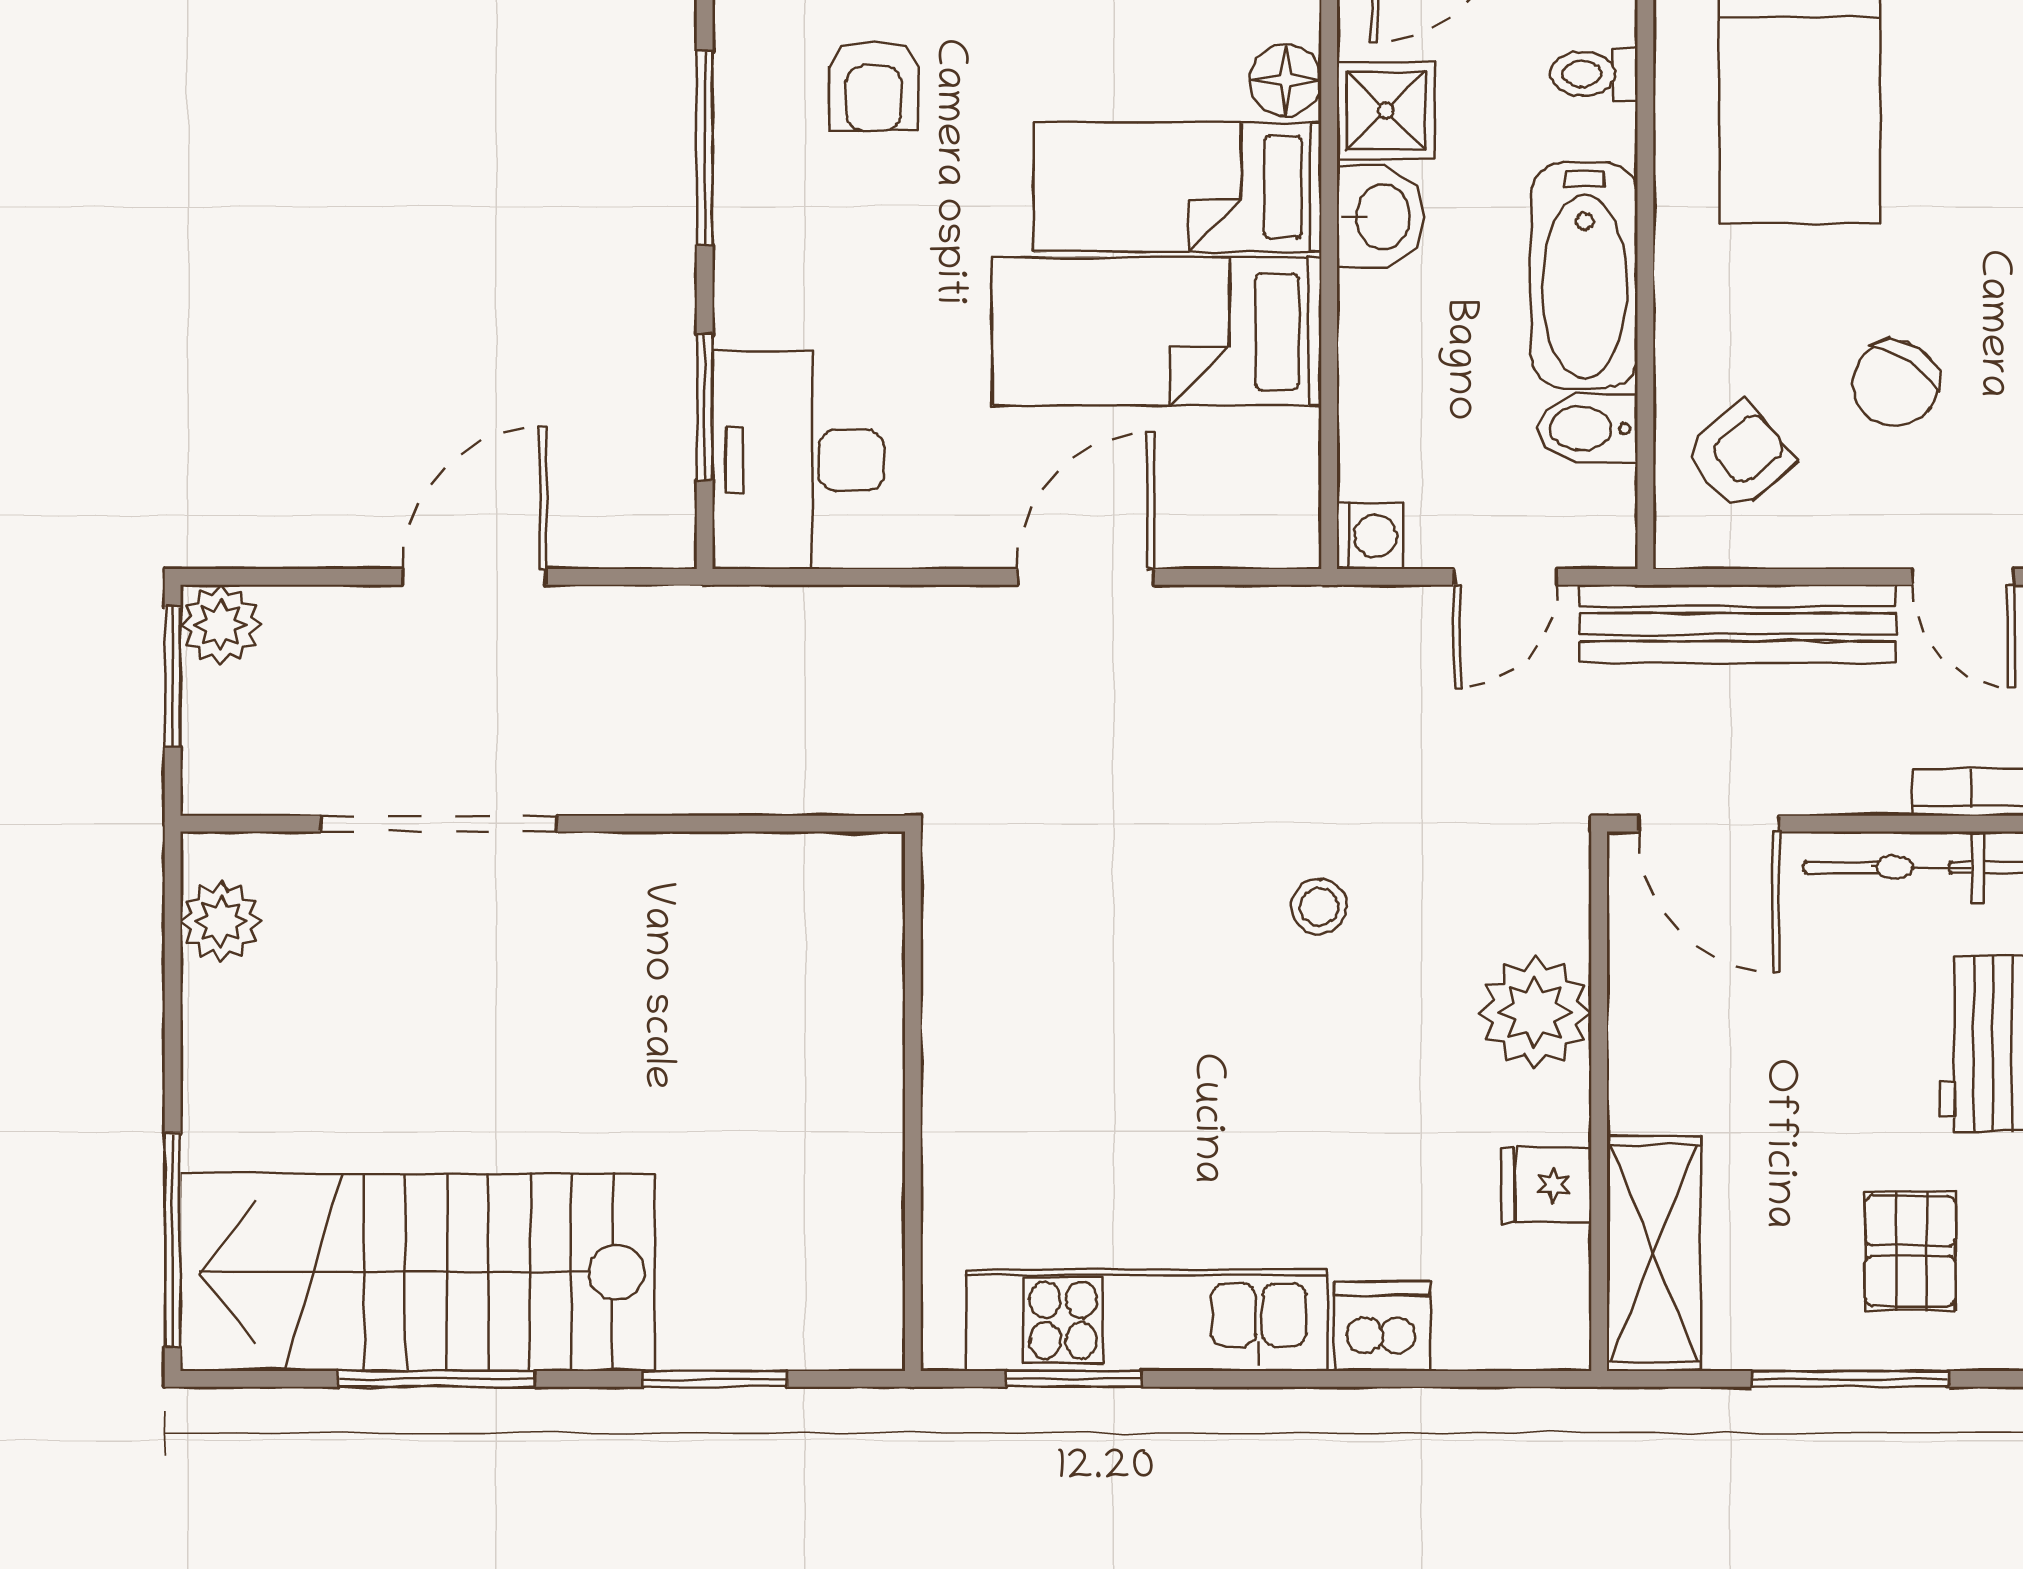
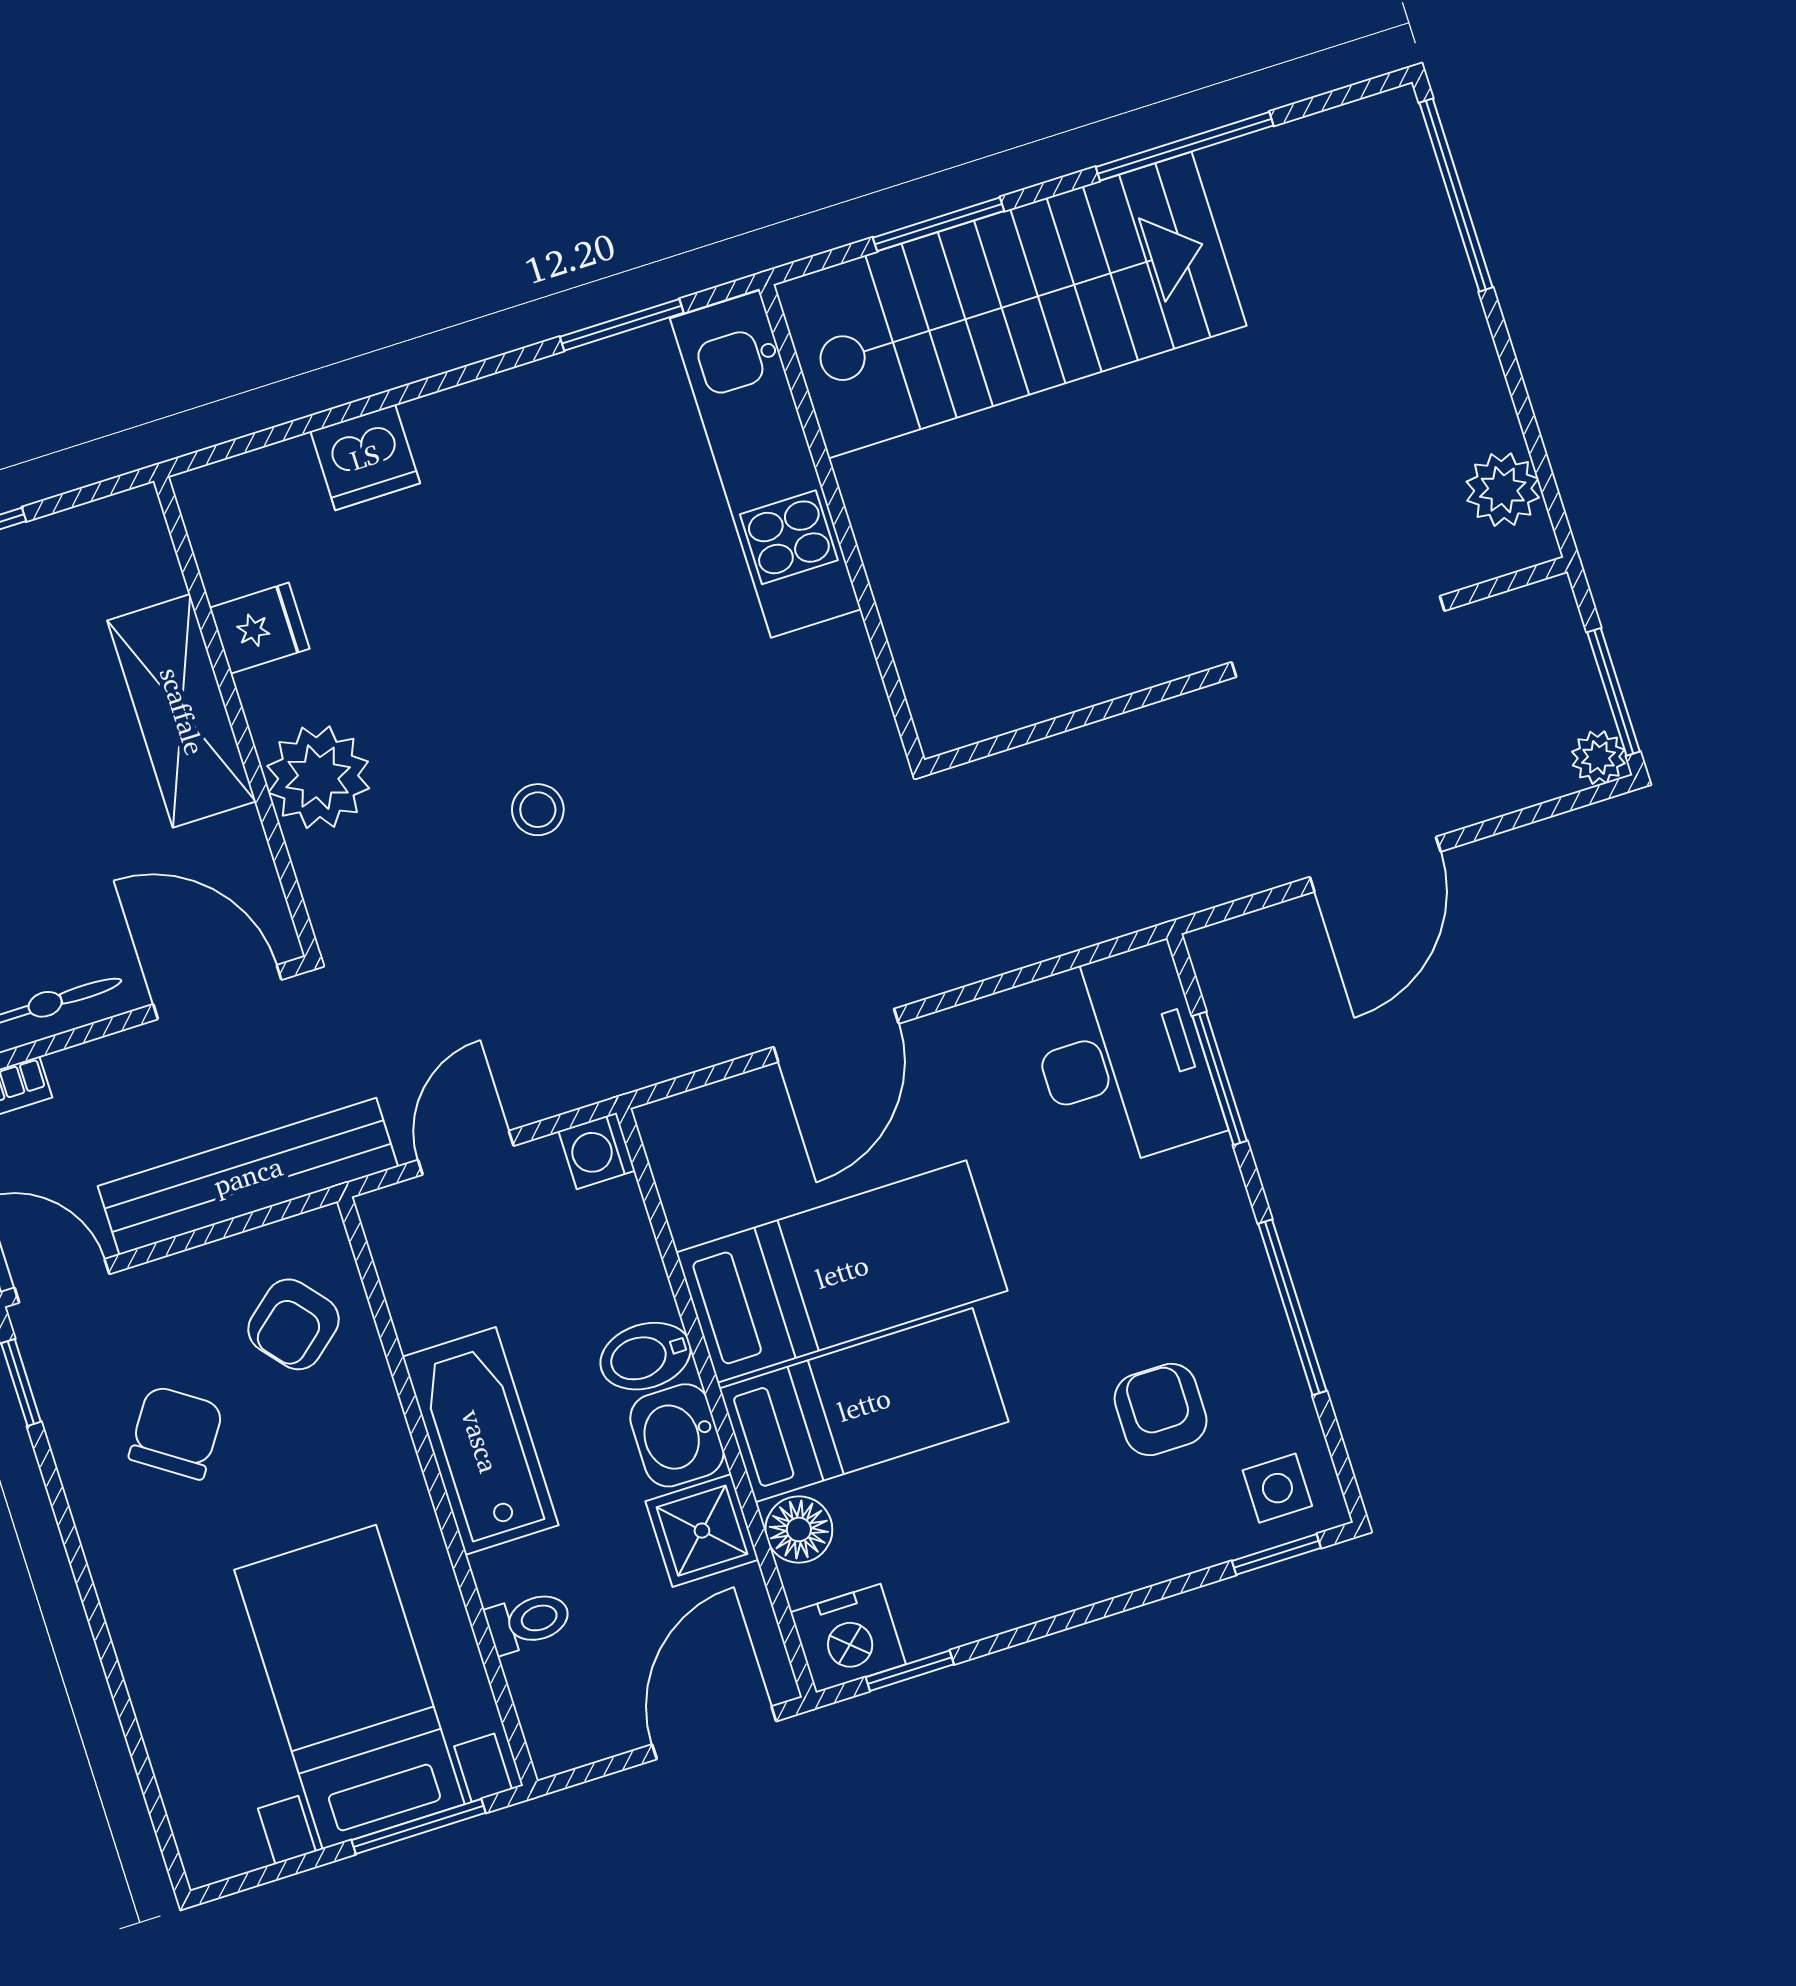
bidet: (1588, 429) -> (646, 1356), moved, turned 180
plant: (221, 625) -> (1598, 758), width x0.73, depth x0.73
shelving: (1654, 1253) -> (182, 711), moved
stairs: (417, 1272) -> (1010, 305), moved
kitchen unit: (1147, 1320) -> (766, 464), moved, turned 90

